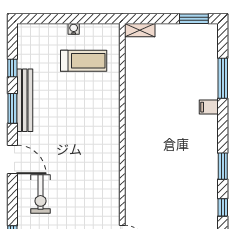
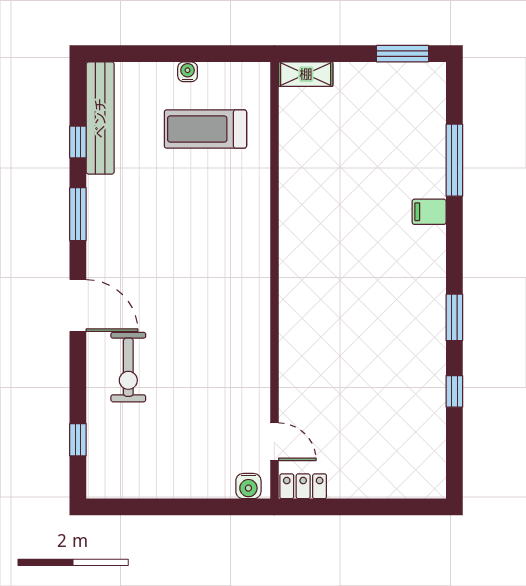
treadmill: (84, 61) -> (205, 129), turned 180
bench: (25, 100) -> (100, 118), moved

